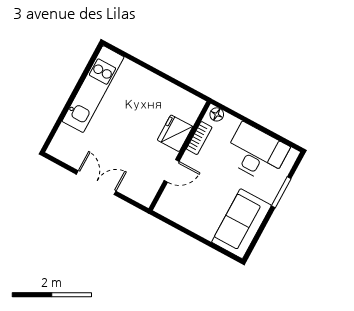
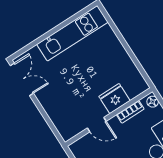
double door: (96, 183) -> (22, 79), moved

